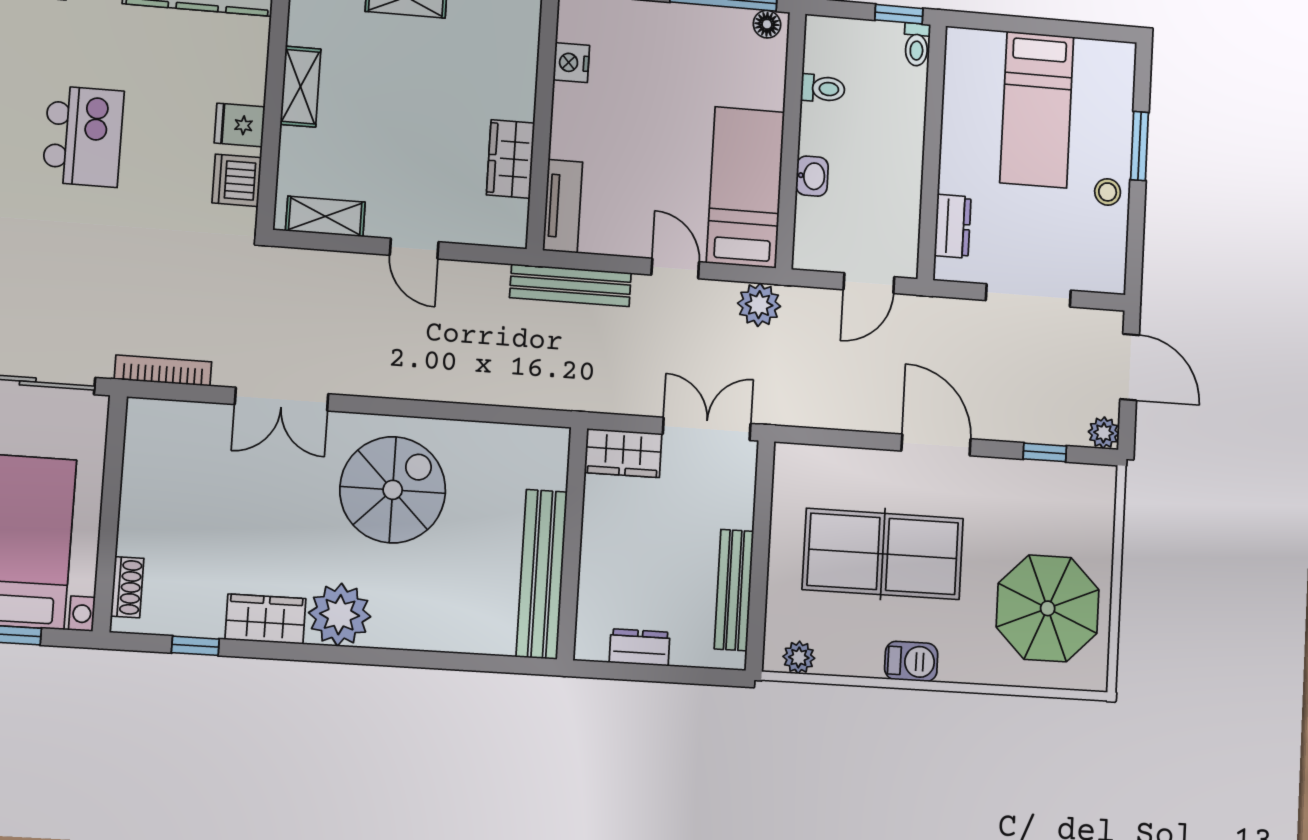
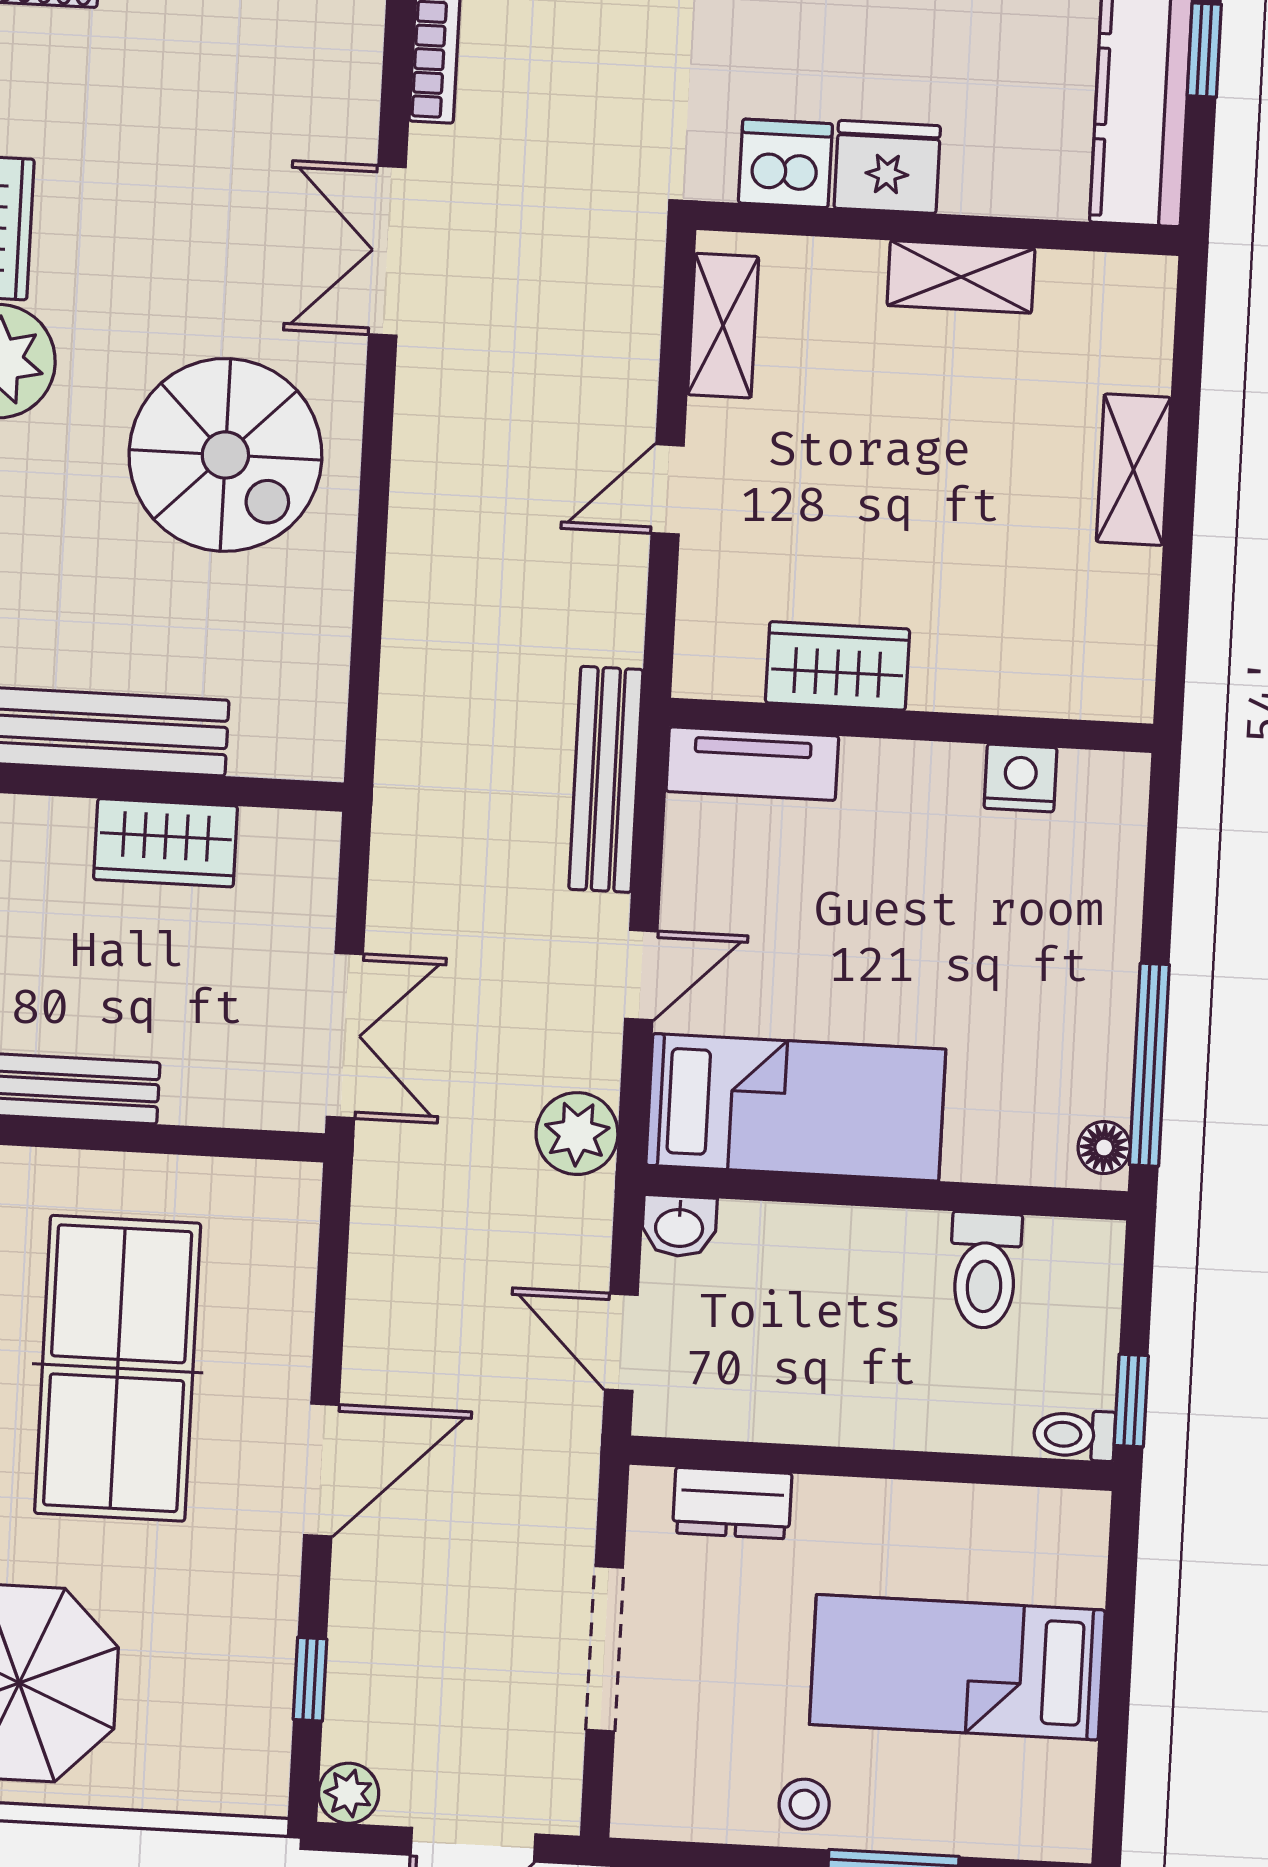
toilet: (823, 89) -> (985, 1270), width x1.37, depth x1.39
fridge: (240, 125) -> (887, 167), width x1.38
washbasin: (812, 176) -> (679, 1226), moved
wardrobe: (623, 453) -> (166, 843), moved, turned -90

